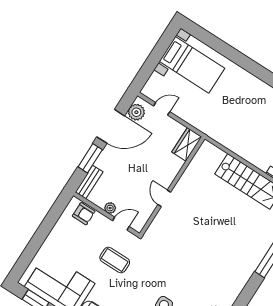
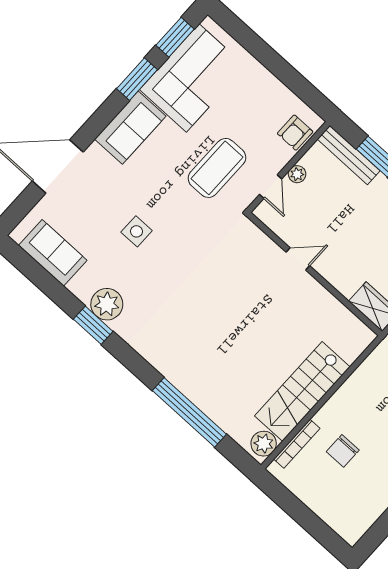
bench: (89, 182) -> (349, 155), width x1.36
coffee table: (115, 260) -> (217, 168), width x1.36, depth x1.32

